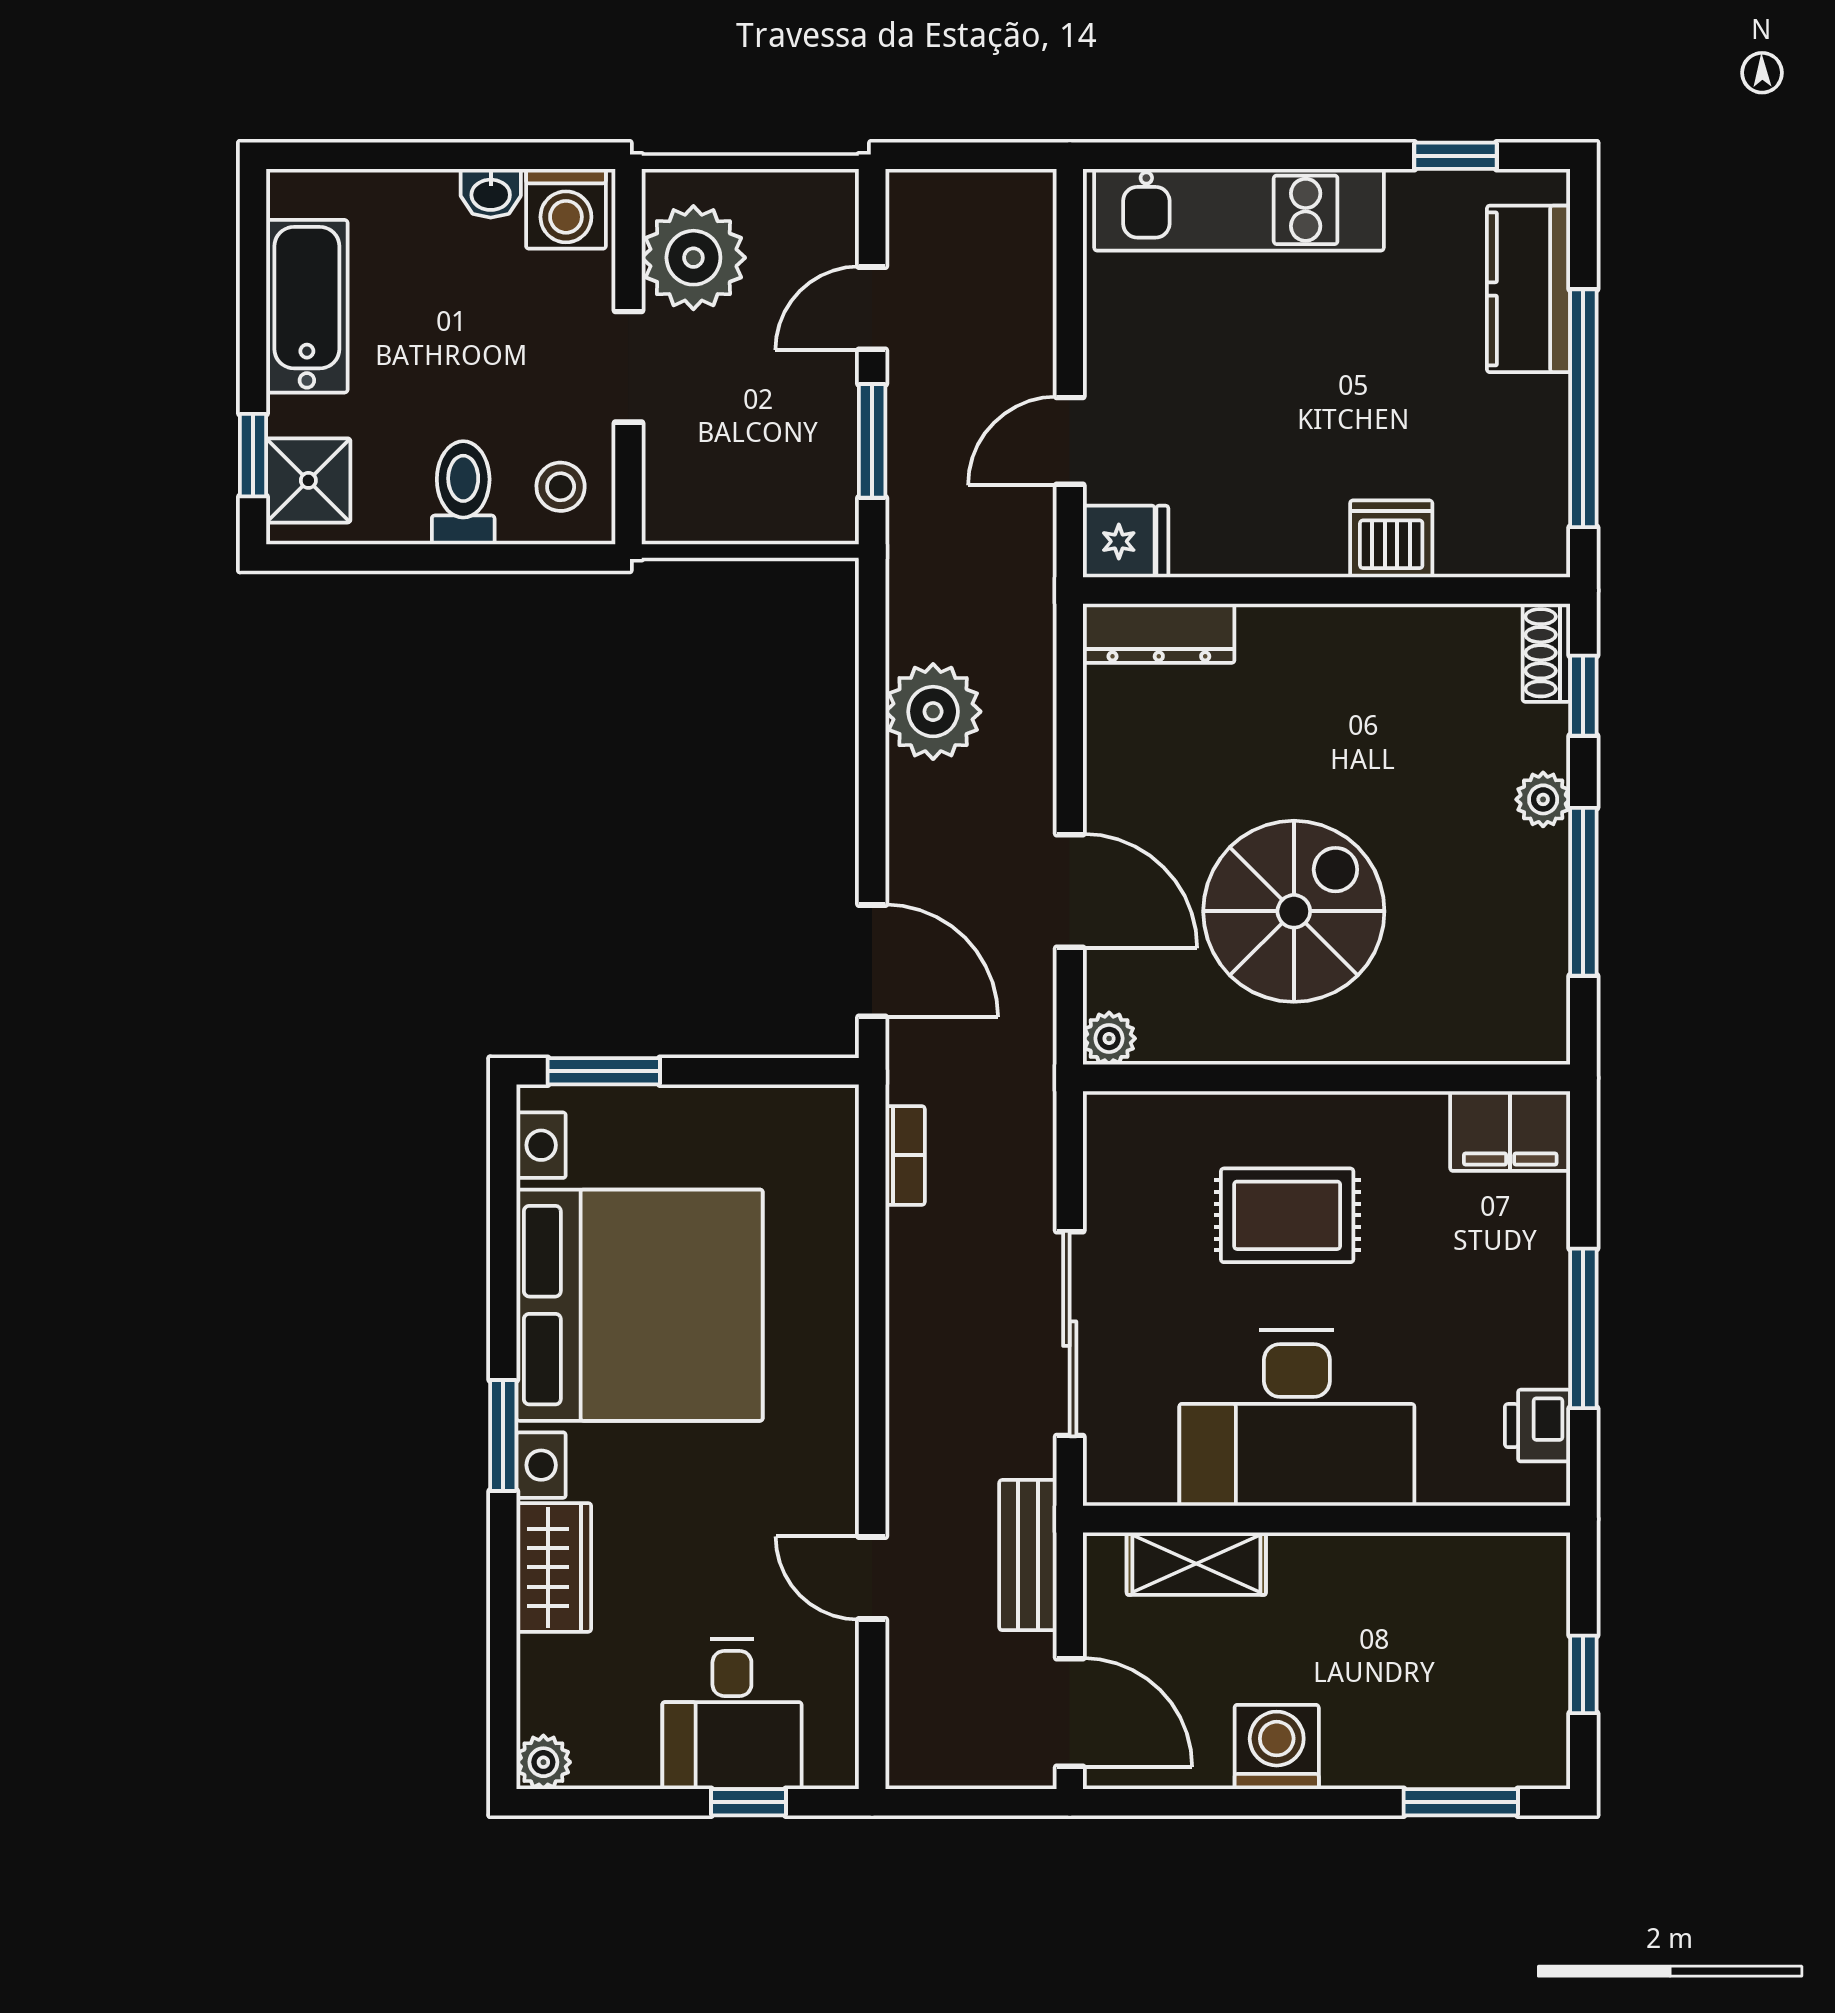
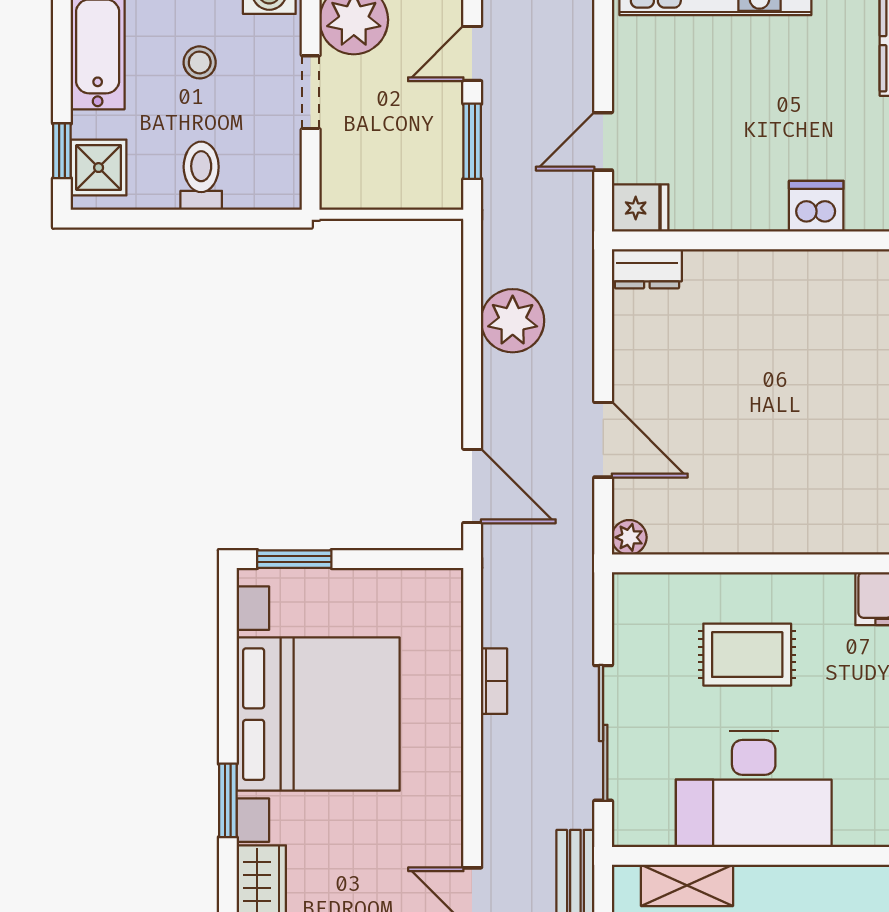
stool: (561, 487) -> (200, 62), moved
dresser: (1159, 633) -> (647, 269), width x0.70
spiral stairs: (1294, 911) -> (752, 453), removed
bookcase: (905, 1155) -> (494, 681), moved

